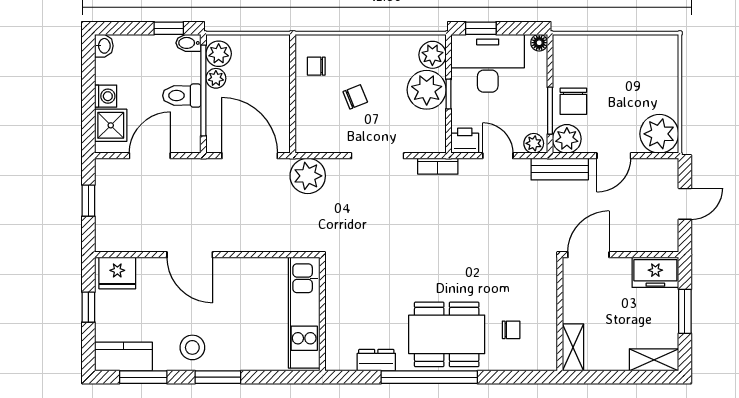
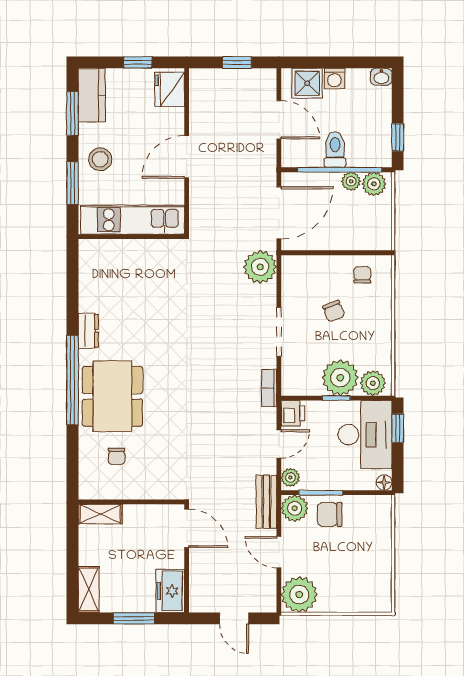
bidet: (188, 43) -> (384, 156), removed
kitchen unit: (304, 313) -> (133, 220), moved
wall: (322, 314) -> (131, 237), moved

